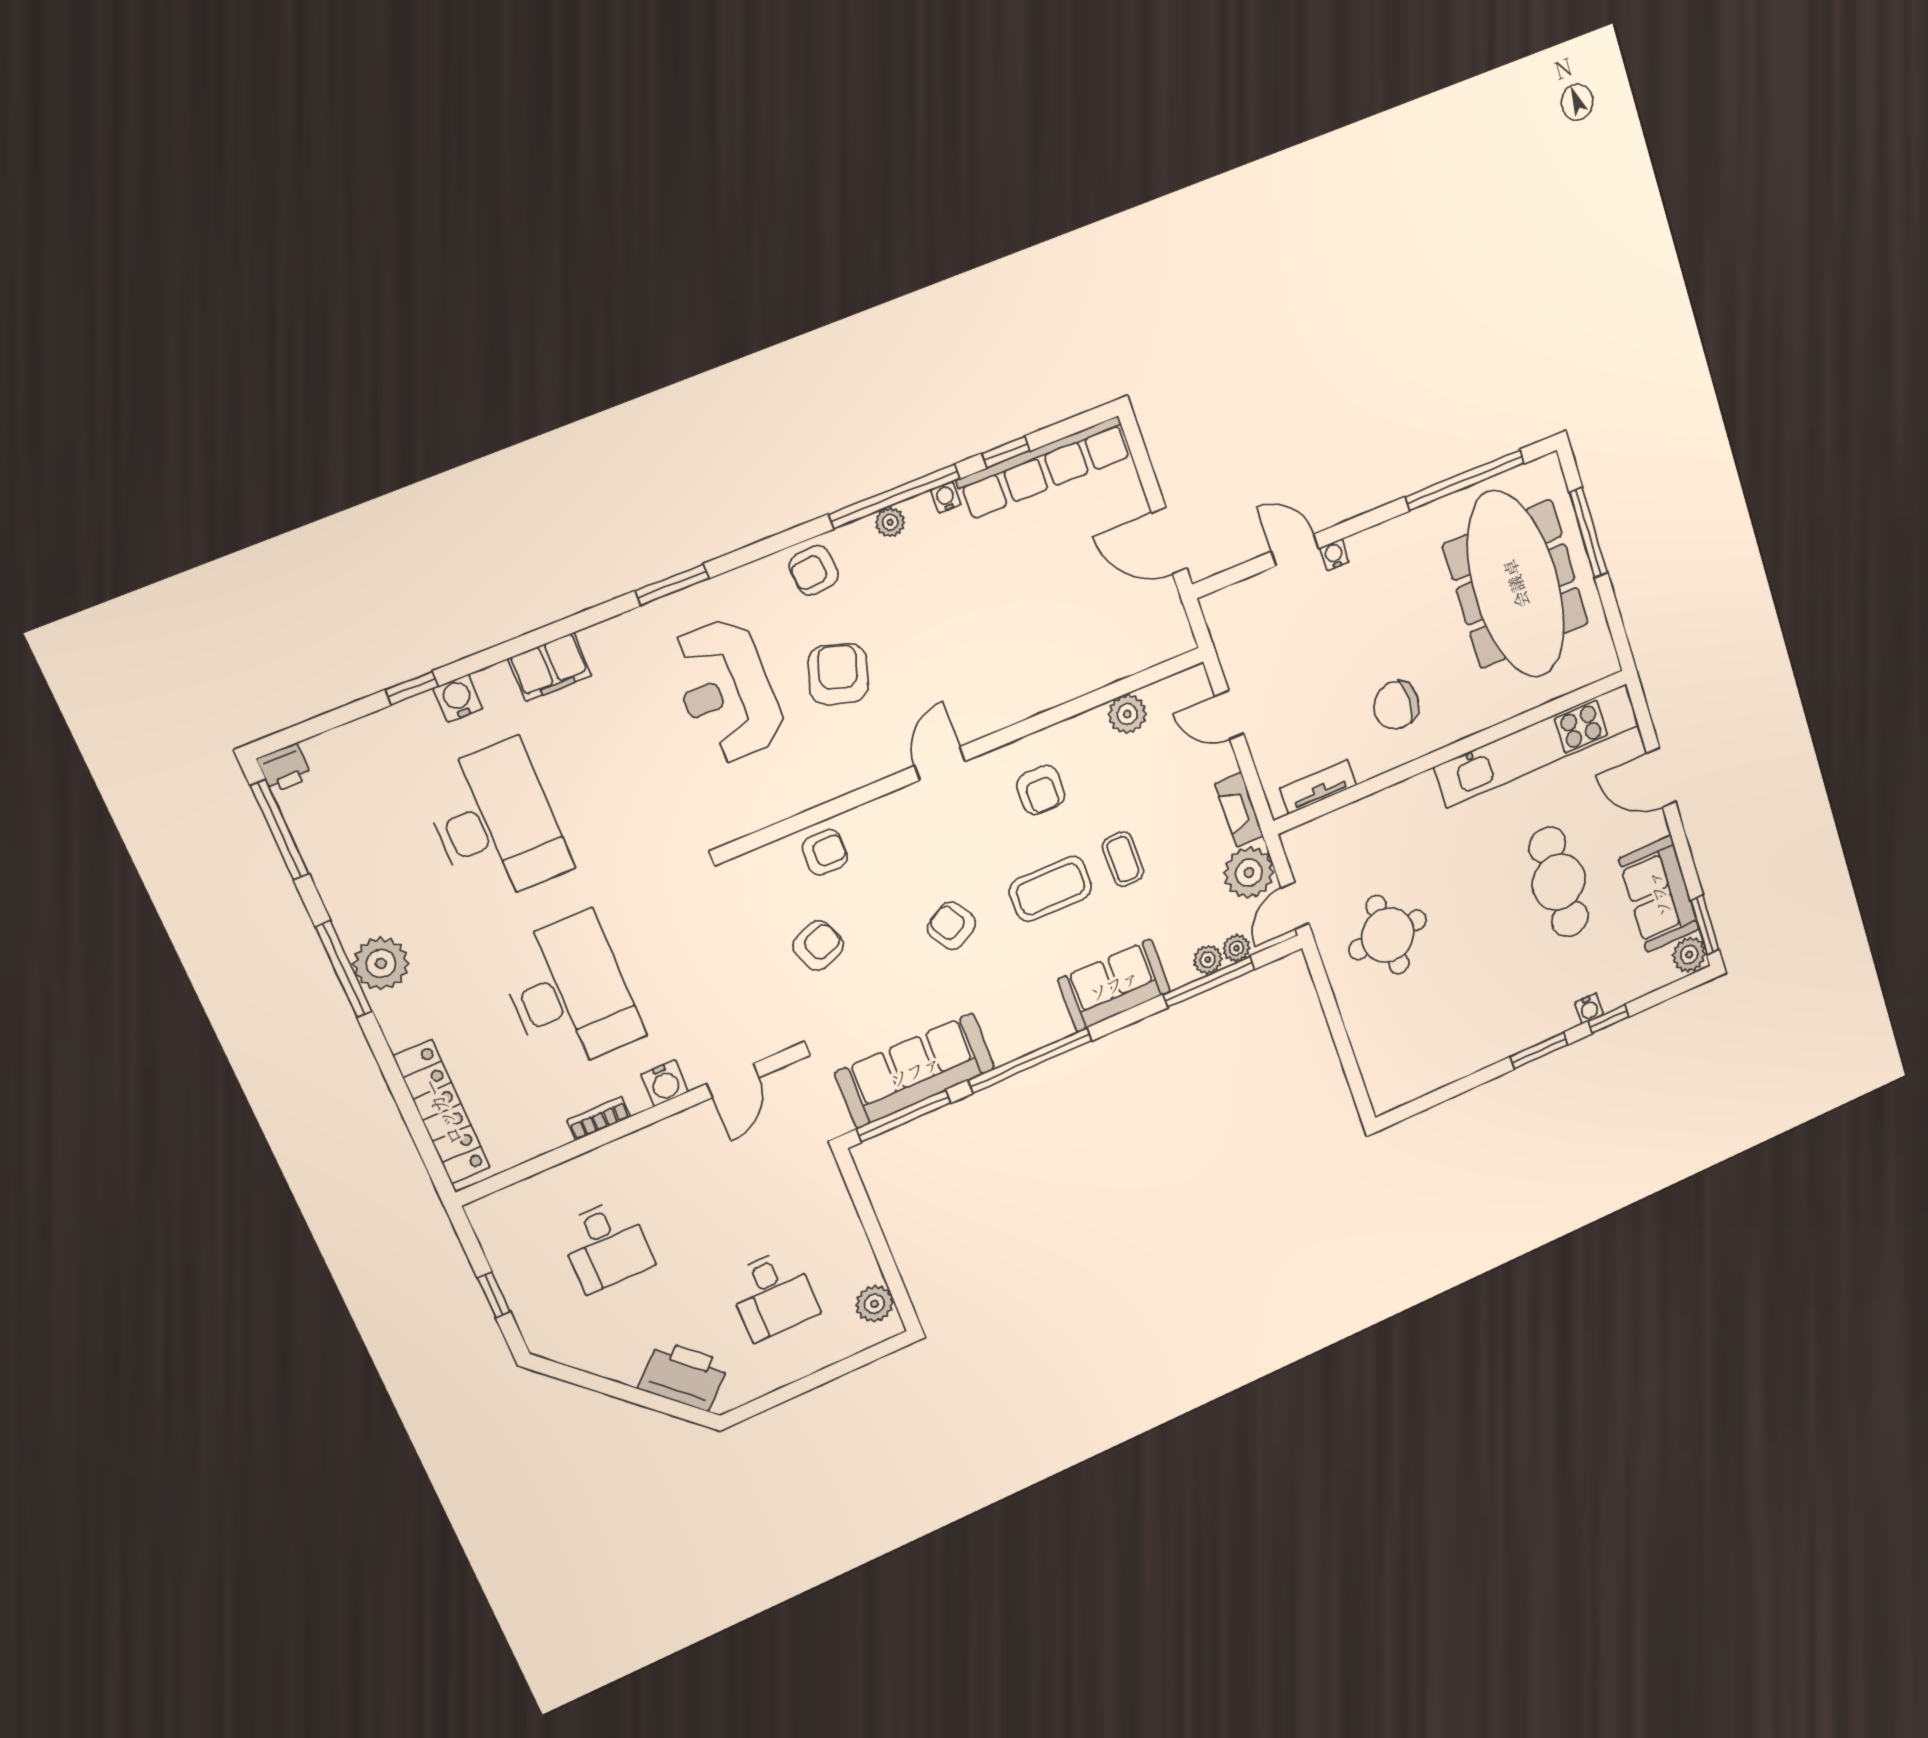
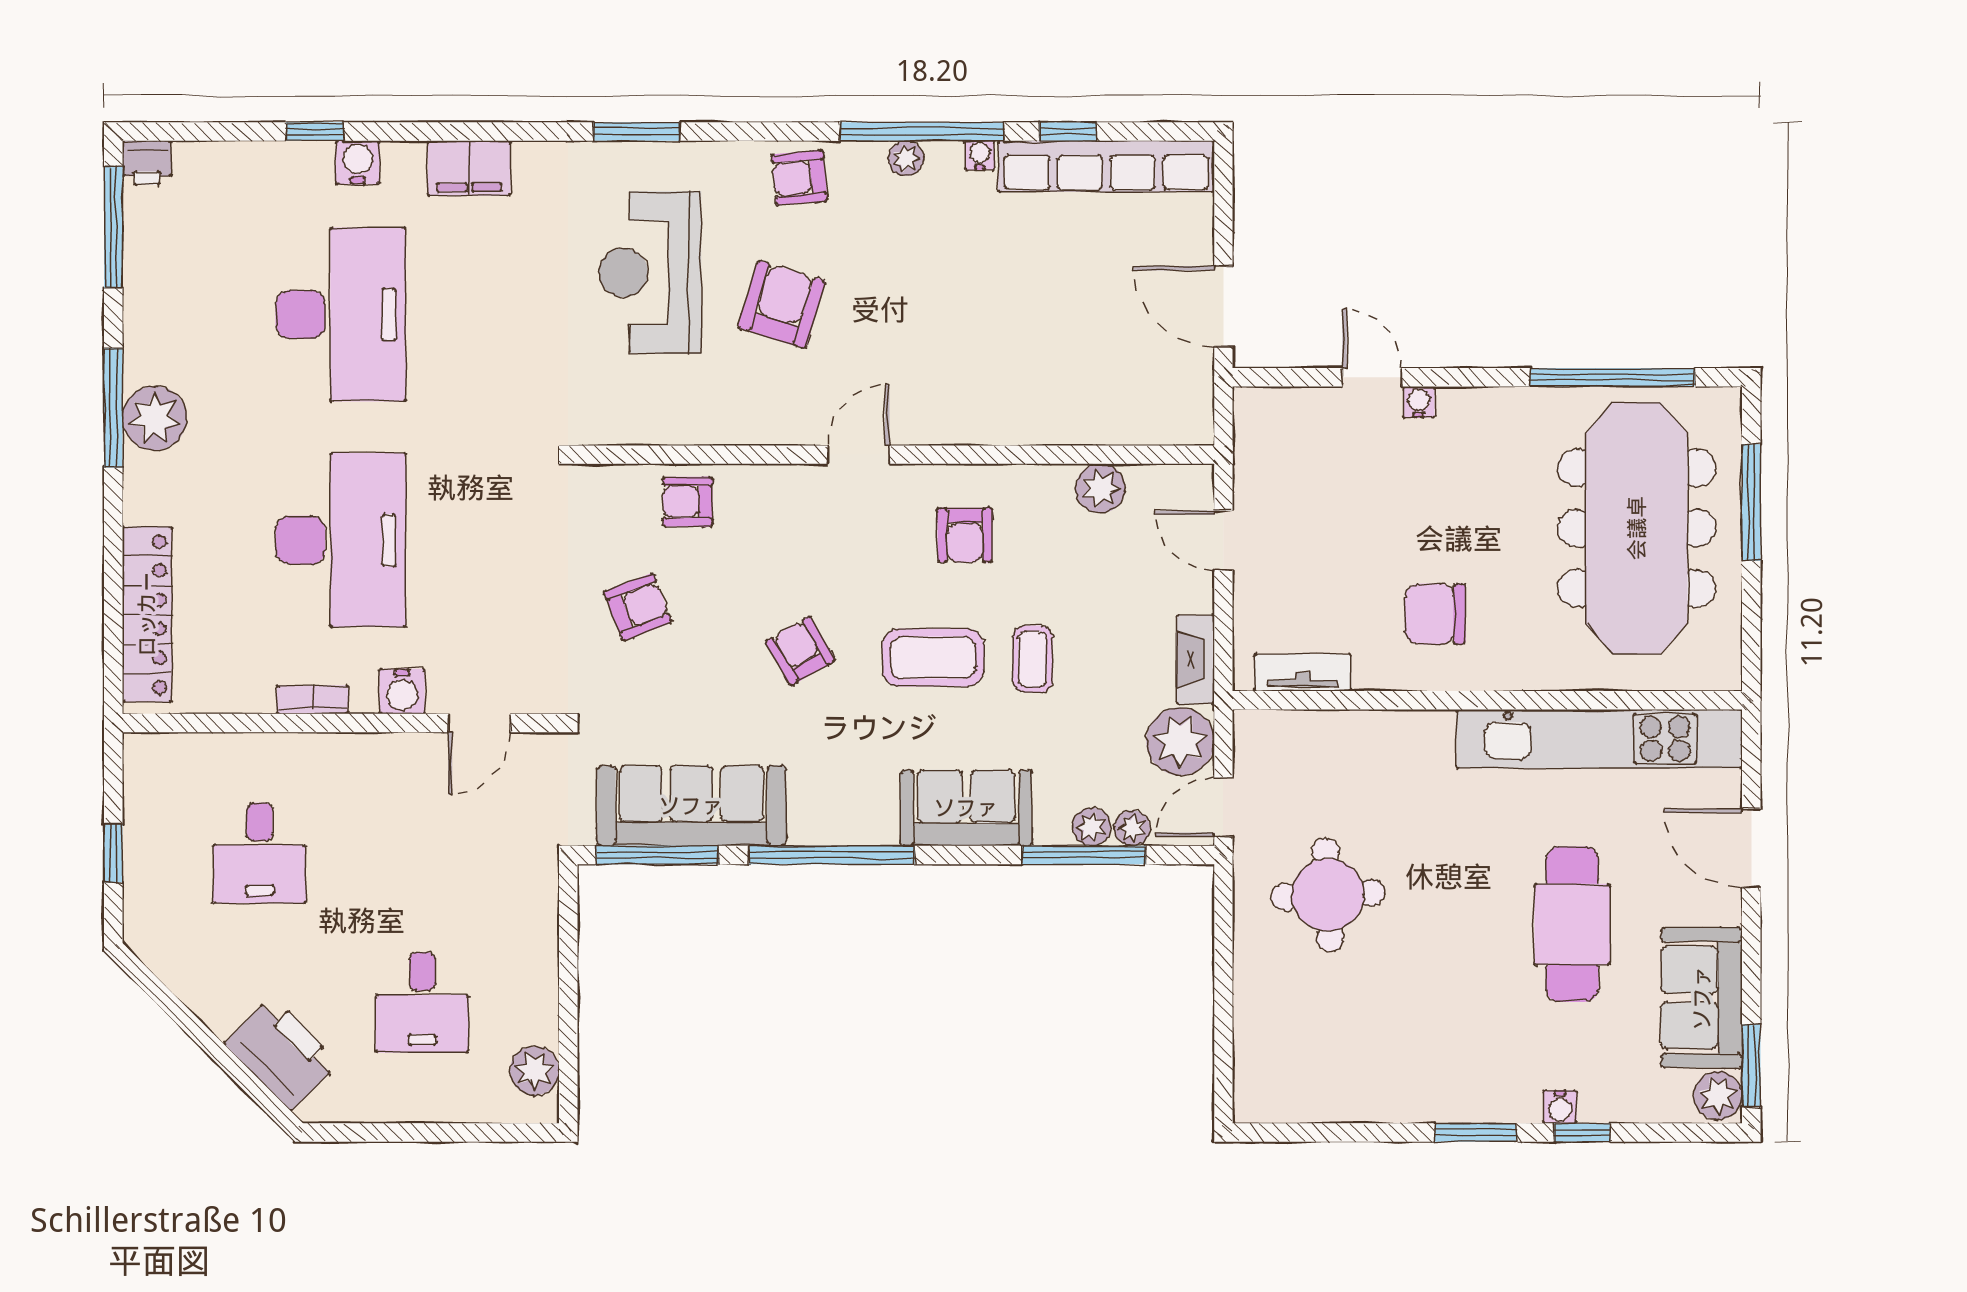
armchair: (825, 852) -> (688, 502), turned 180

